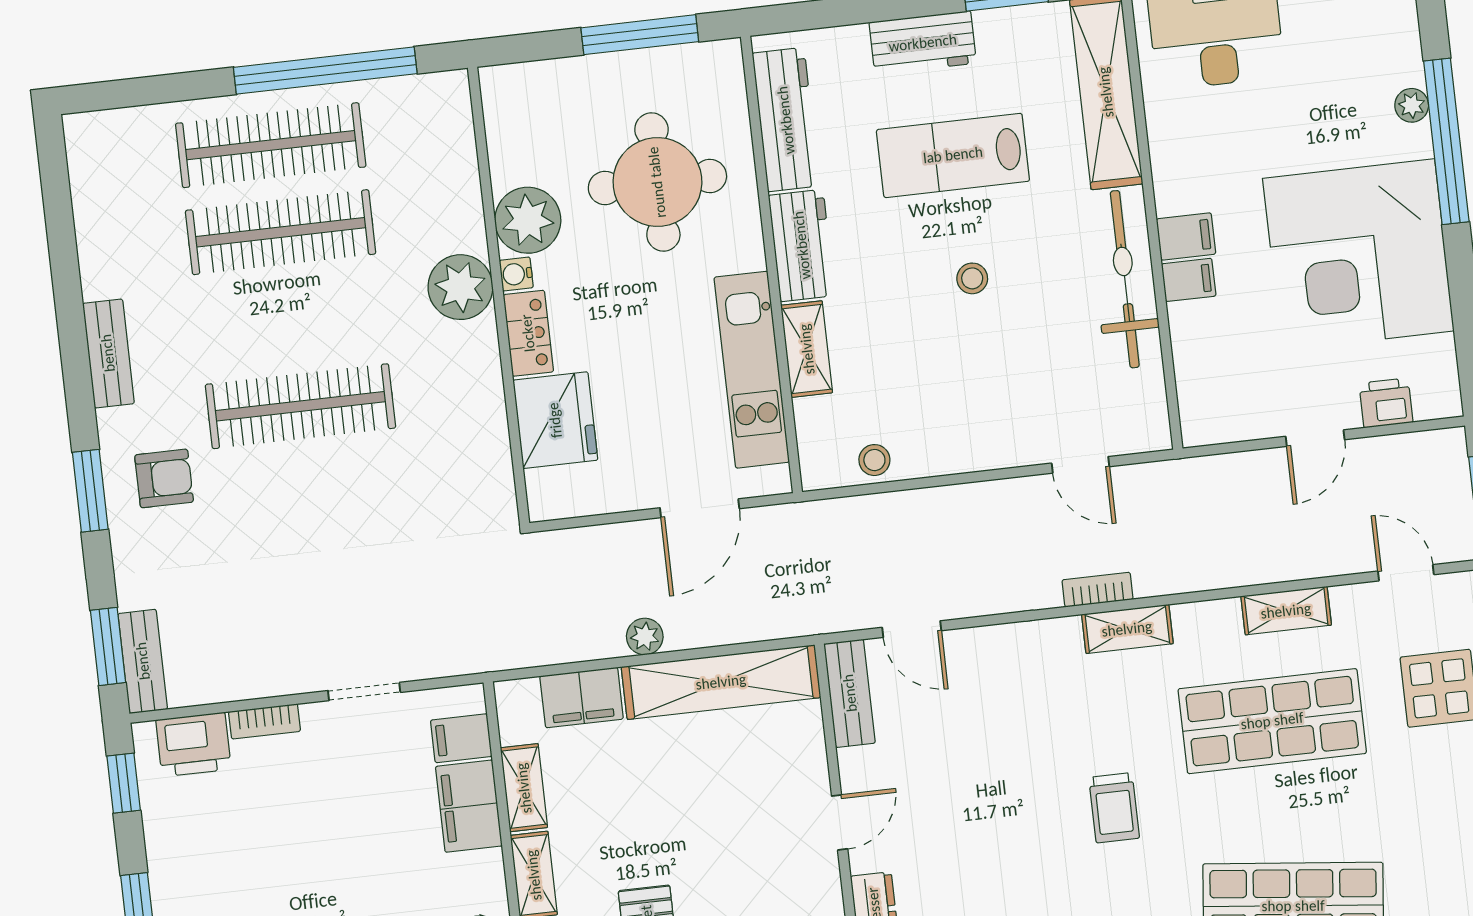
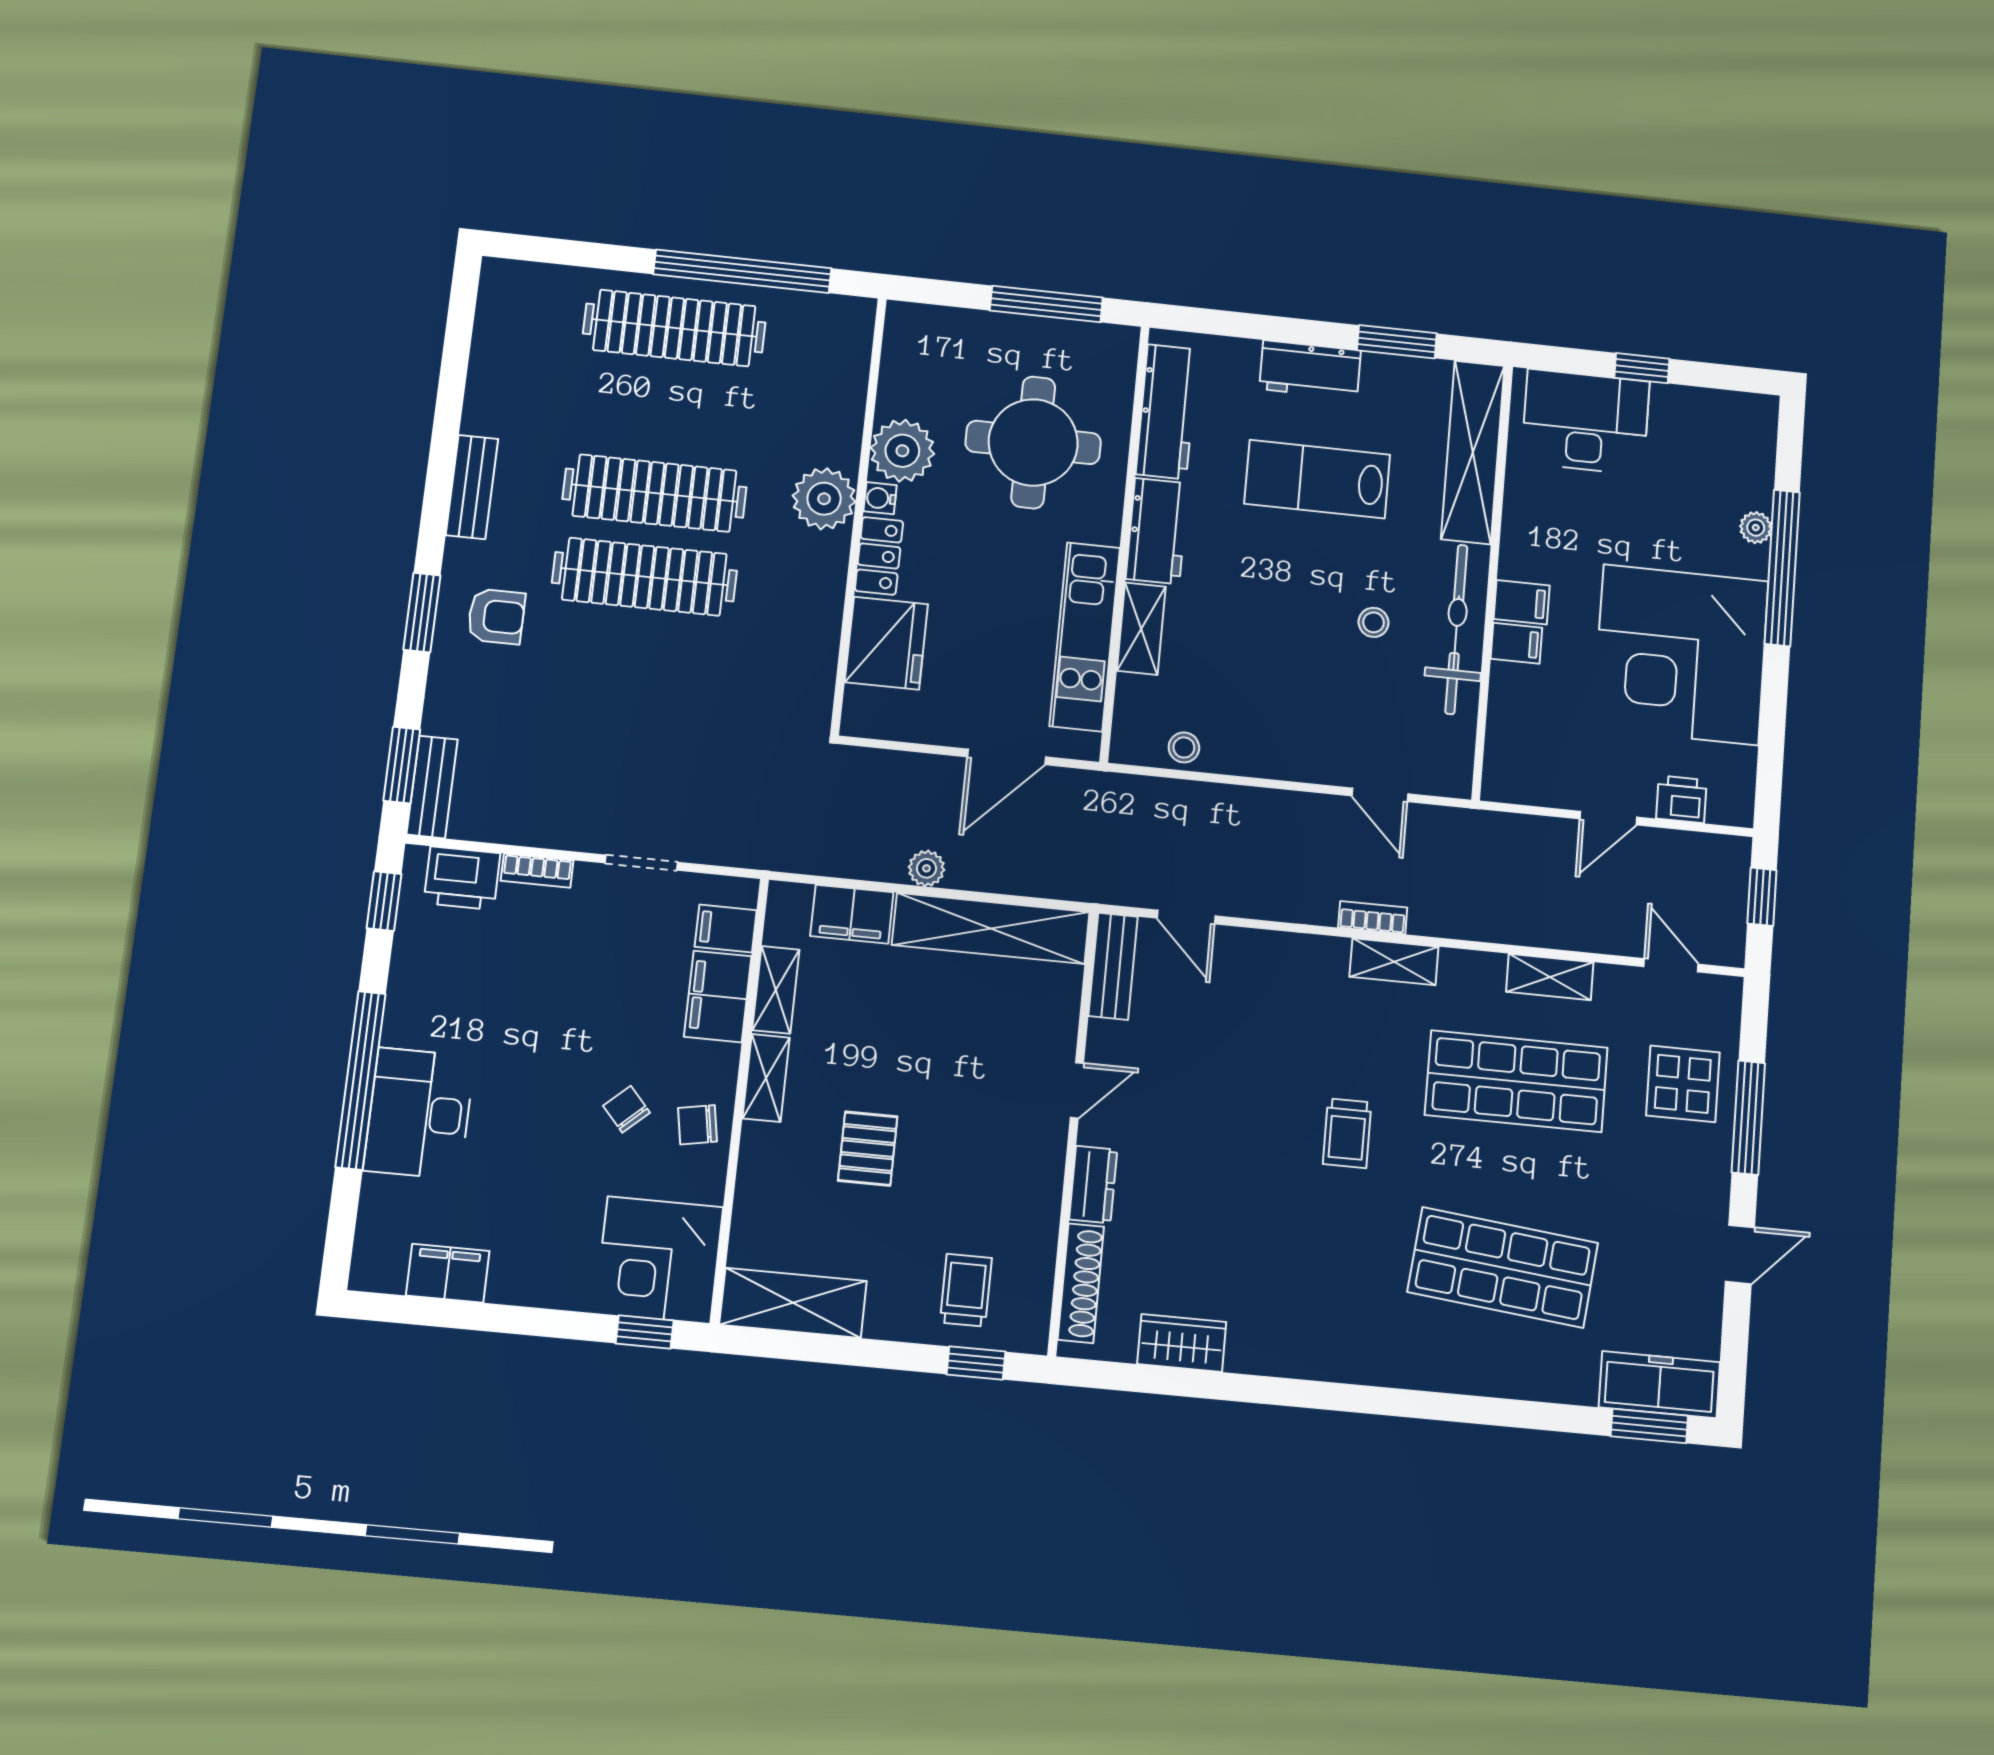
clothes rail: (281, 232) -> (655, 493), moved
stool: (972, 278) -> (1374, 622), moved

